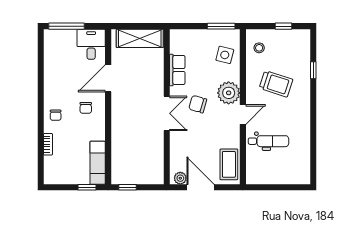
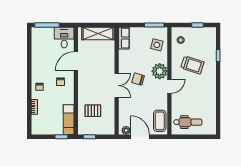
row of seats: (177, 70) -> (124, 38), moved
dental chair: (268, 141) -> (188, 122), moved
pallet: (133, 150) -> (93, 111), added

